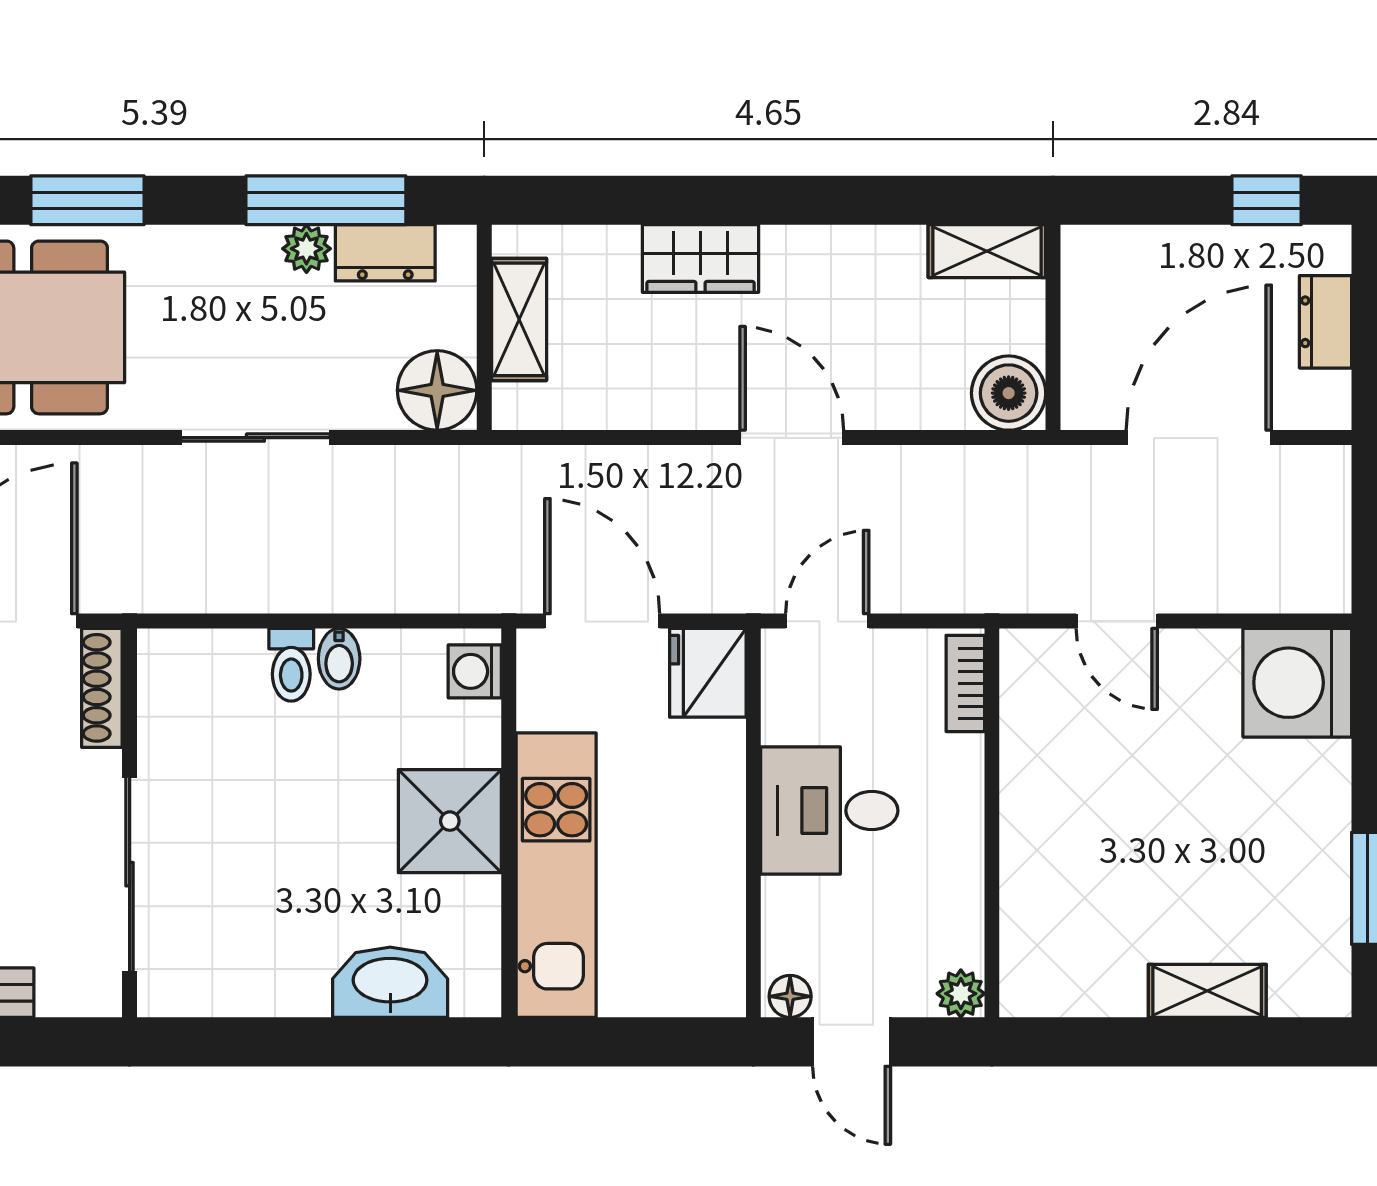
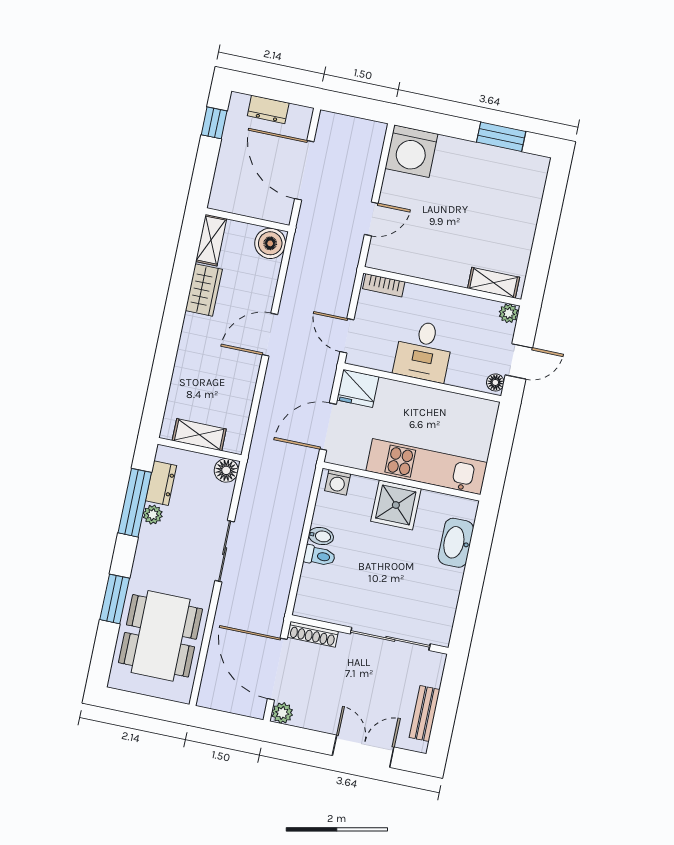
wardrobe: (701, 258) -> (204, 290), moved
floor lamp: (437, 390) -> (226, 470), width x0.73, depth x0.73
shelving: (1207, 991) -> (494, 283), moved, turned 90

